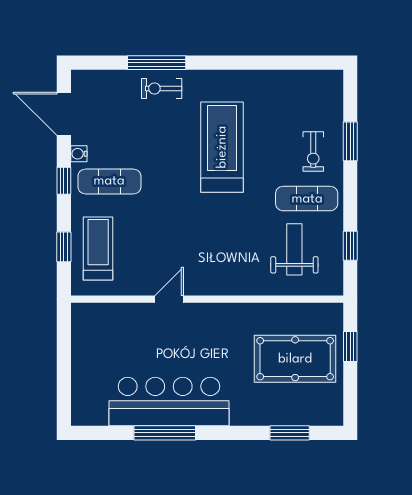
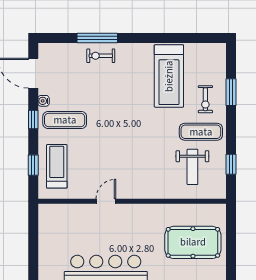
treadmill: (222, 147) -> (169, 76), moved, turned 180
weight bench: (294, 249) -> (192, 167), turned 180
window: (350, 347) -> (231, 234), removed

